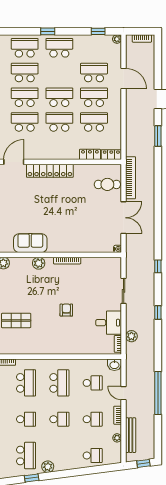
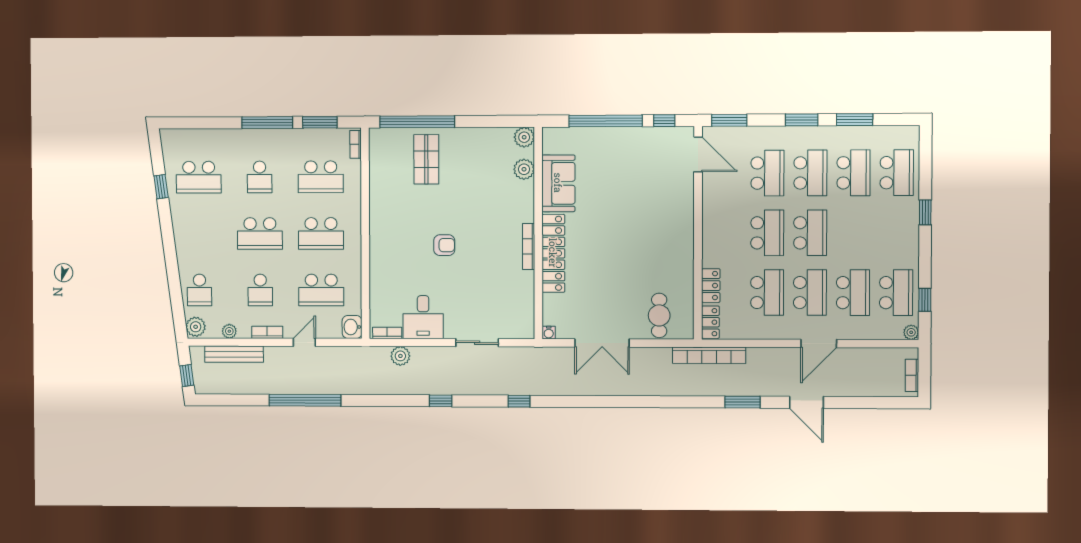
school desk: (59, 48) -> (896, 293), moved
door: (124, 79) -> (819, 343), moved
locker: (50, 171) -> (553, 253), moved, turned 180
bookcase: (131, 178) -> (709, 355), moved
plant: (39, 263) -> (524, 169), moved
school desk: (93, 383) -> (321, 290), width x1.85
school desk: (59, 419) -> (260, 234), width x1.85
plant: (48, 467) -> (196, 327), moved

